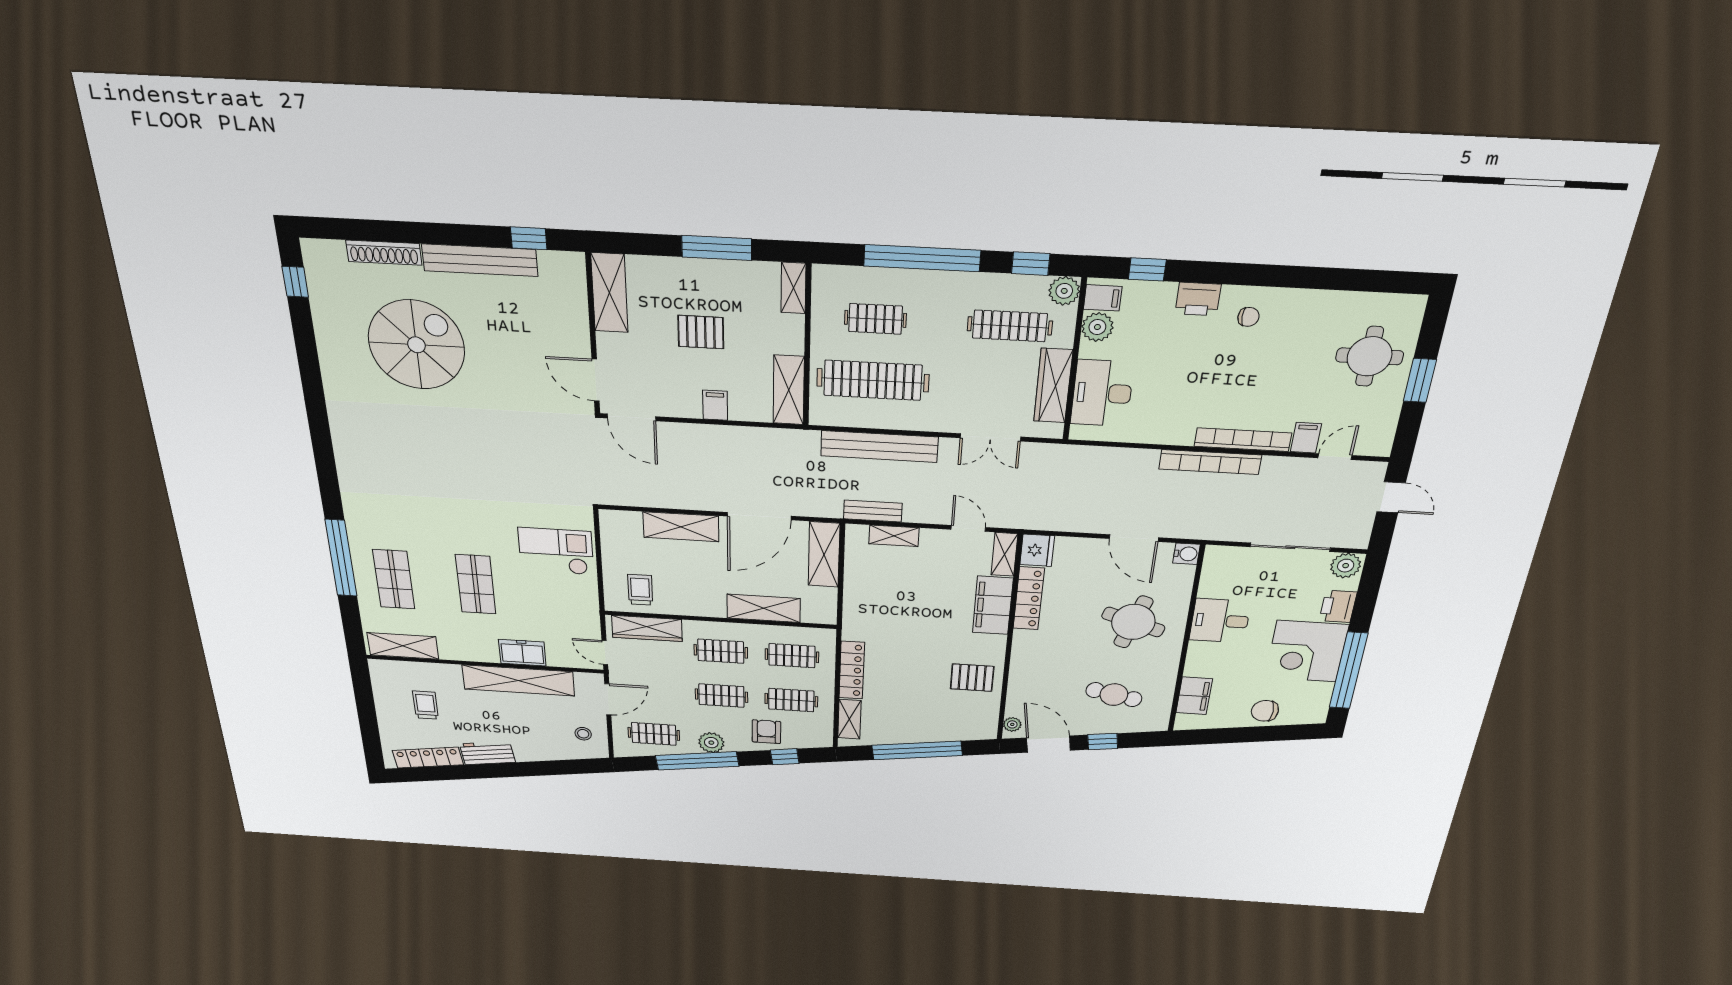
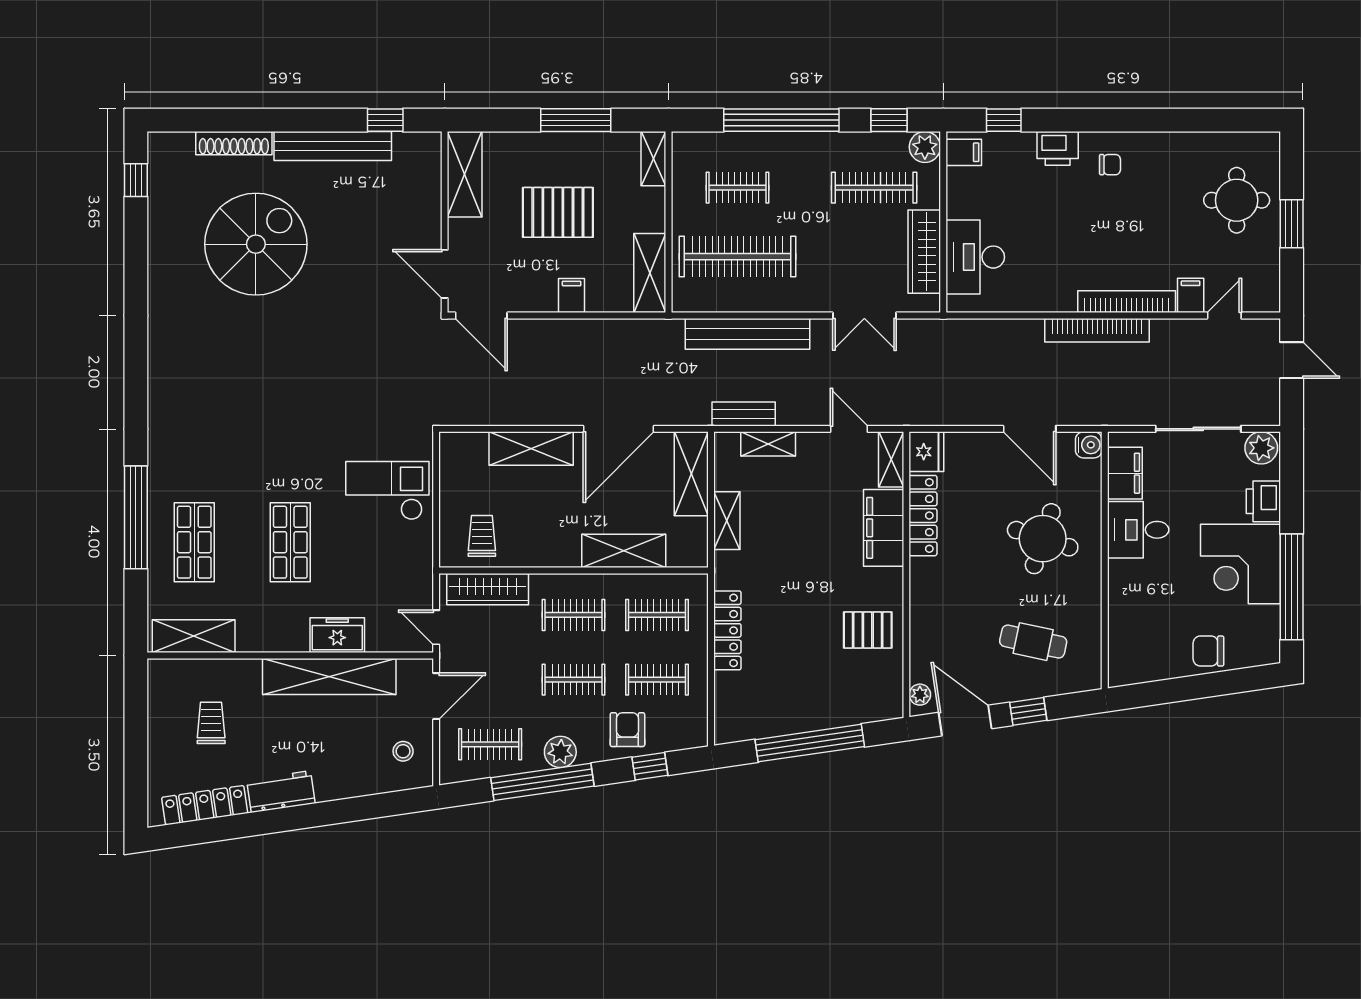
plant: (1097, 327) -> (962, 184), removed
pallet: (701, 332) -> (558, 212), width x1.50, depth x1.42
filing cabinet: (1194, 696) -> (1125, 473), moved
shelving: (849, 719) -> (727, 521), moved

